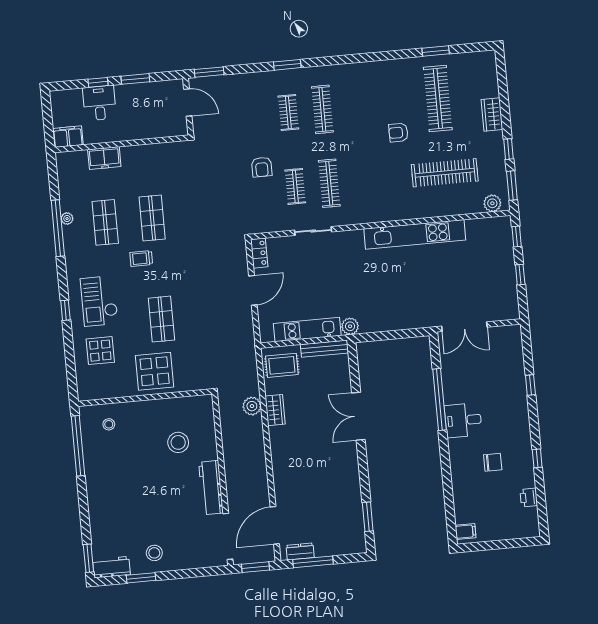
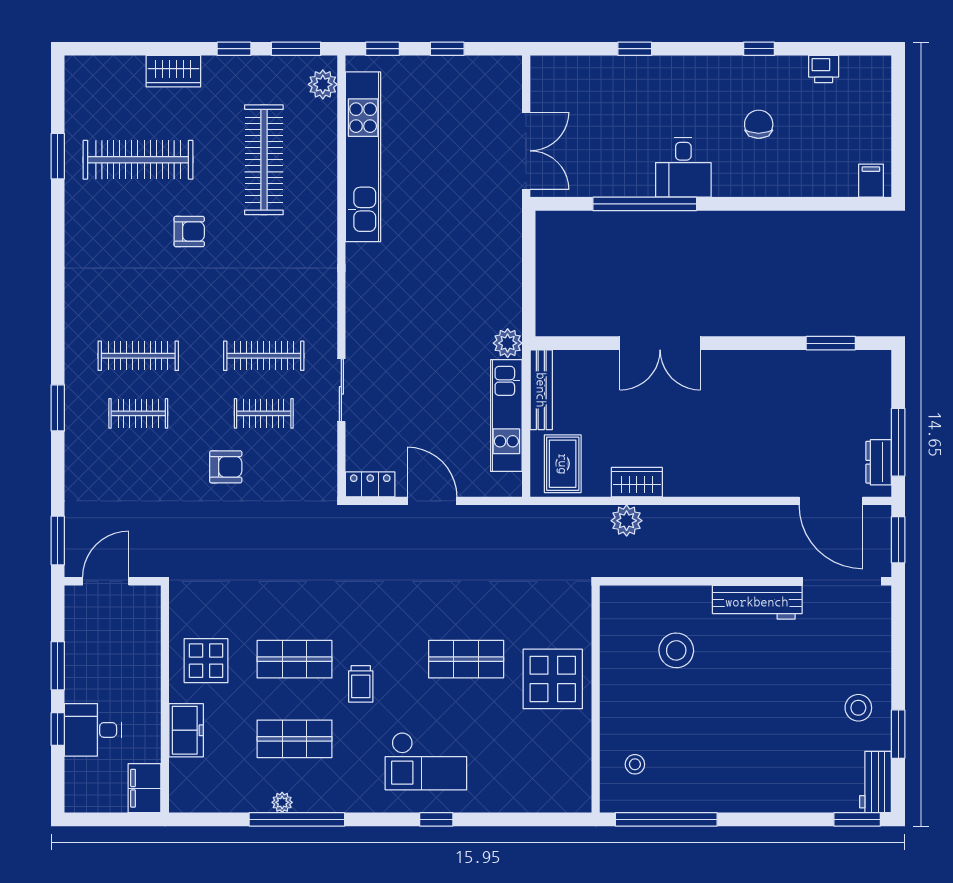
armchair: (398, 133) -> (189, 232), turned -90
kitchen unit: (415, 234) -> (363, 157), moved
display table: (100, 351) -> (206, 661), moved

